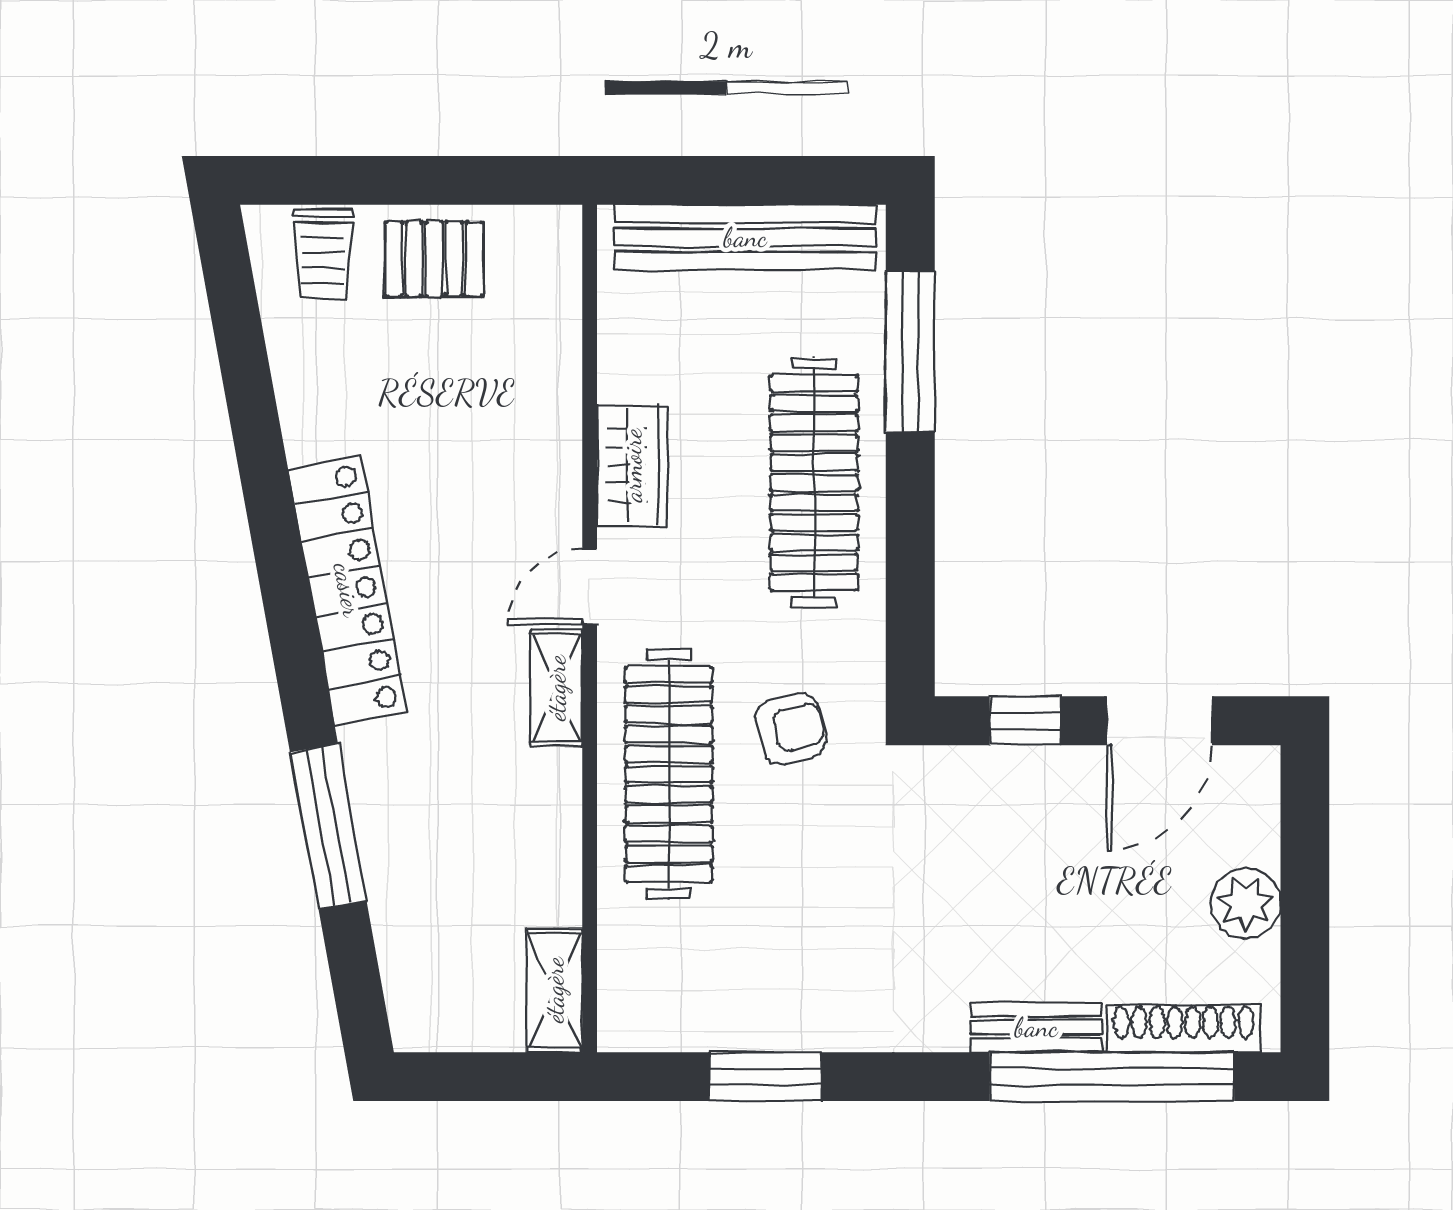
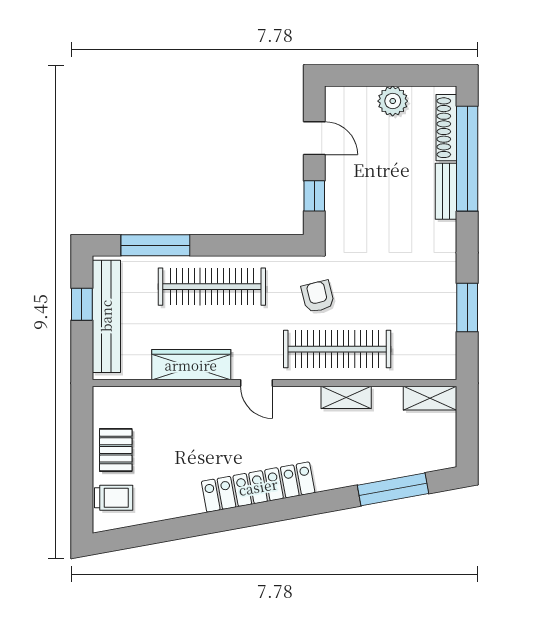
window: (773, 180) -> (82, 304), added
wardrobe: (632, 465) -> (191, 365), width x1.50
shelving: (556, 688) -> (346, 397), moved
door: (1159, 721) -> (314, 138), width x0.73
window: (328, 827) -> (393, 489), moved

